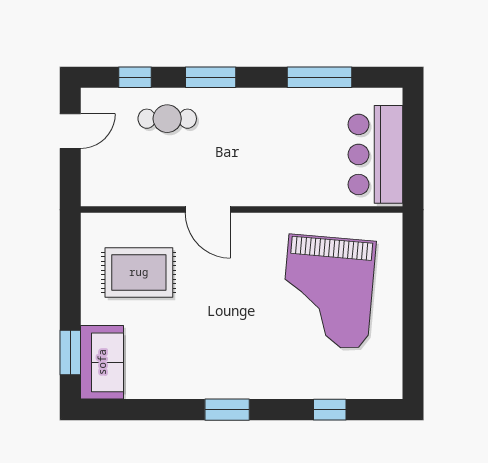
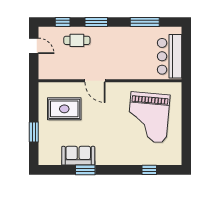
door: (70, 131) -> (34, 46), hinge flipped
window: (70, 352) -> (34, 132), moved
sofa: (102, 362) -> (78, 156), moved, turned -90
window: (227, 410) -> (85, 170), moved

